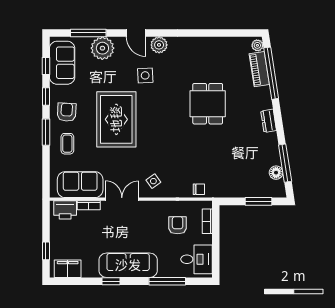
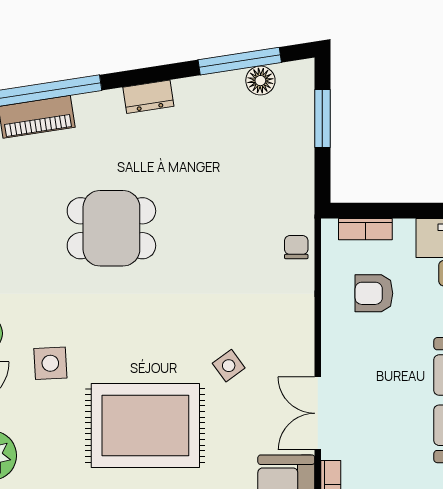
side table: (153, 181) -> (229, 366), moved

